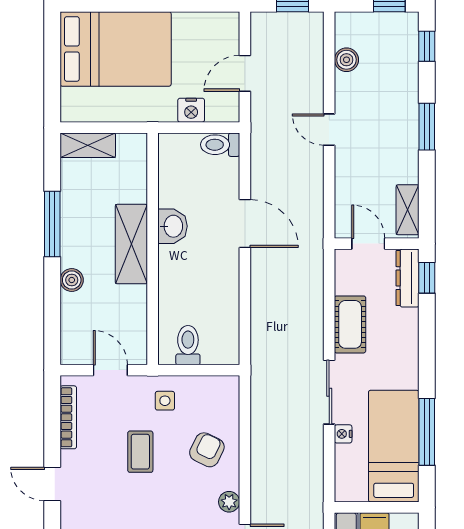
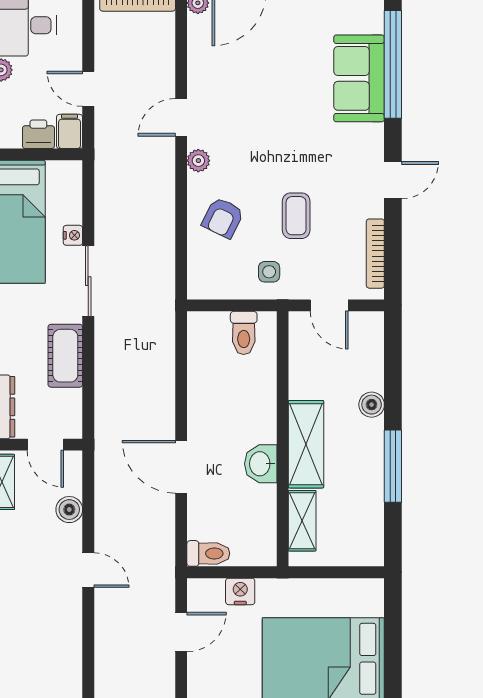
boiler: (346, 60) -> (69, 510), moved
shelving: (88, 145) -> (302, 521), moved, turned 90
door: (52, 484) -> (393, 180), hinge flipped

